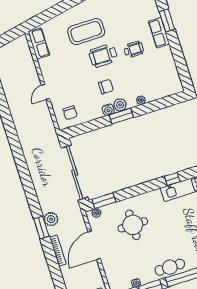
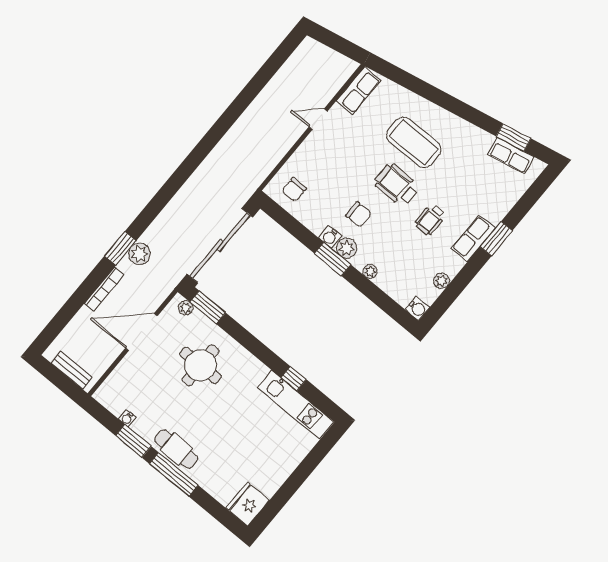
wheelchair: (134, 49) -> (430, 220), turned 90
plant: (171, 65) -> (442, 281), added
water cooler: (177, 87) -> (417, 308), added
door: (45, 92) -> (318, 119), moved

